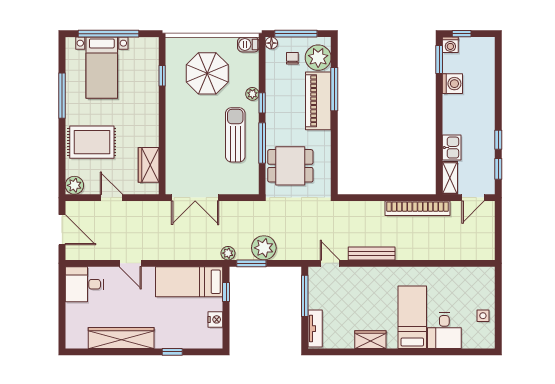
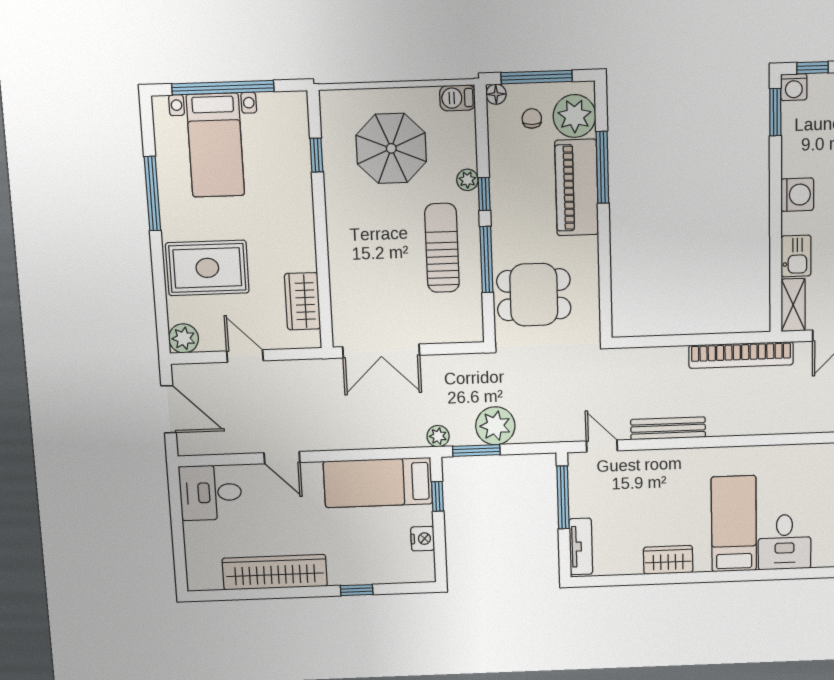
washing machine: (452, 84) -> (797, 195), moved

